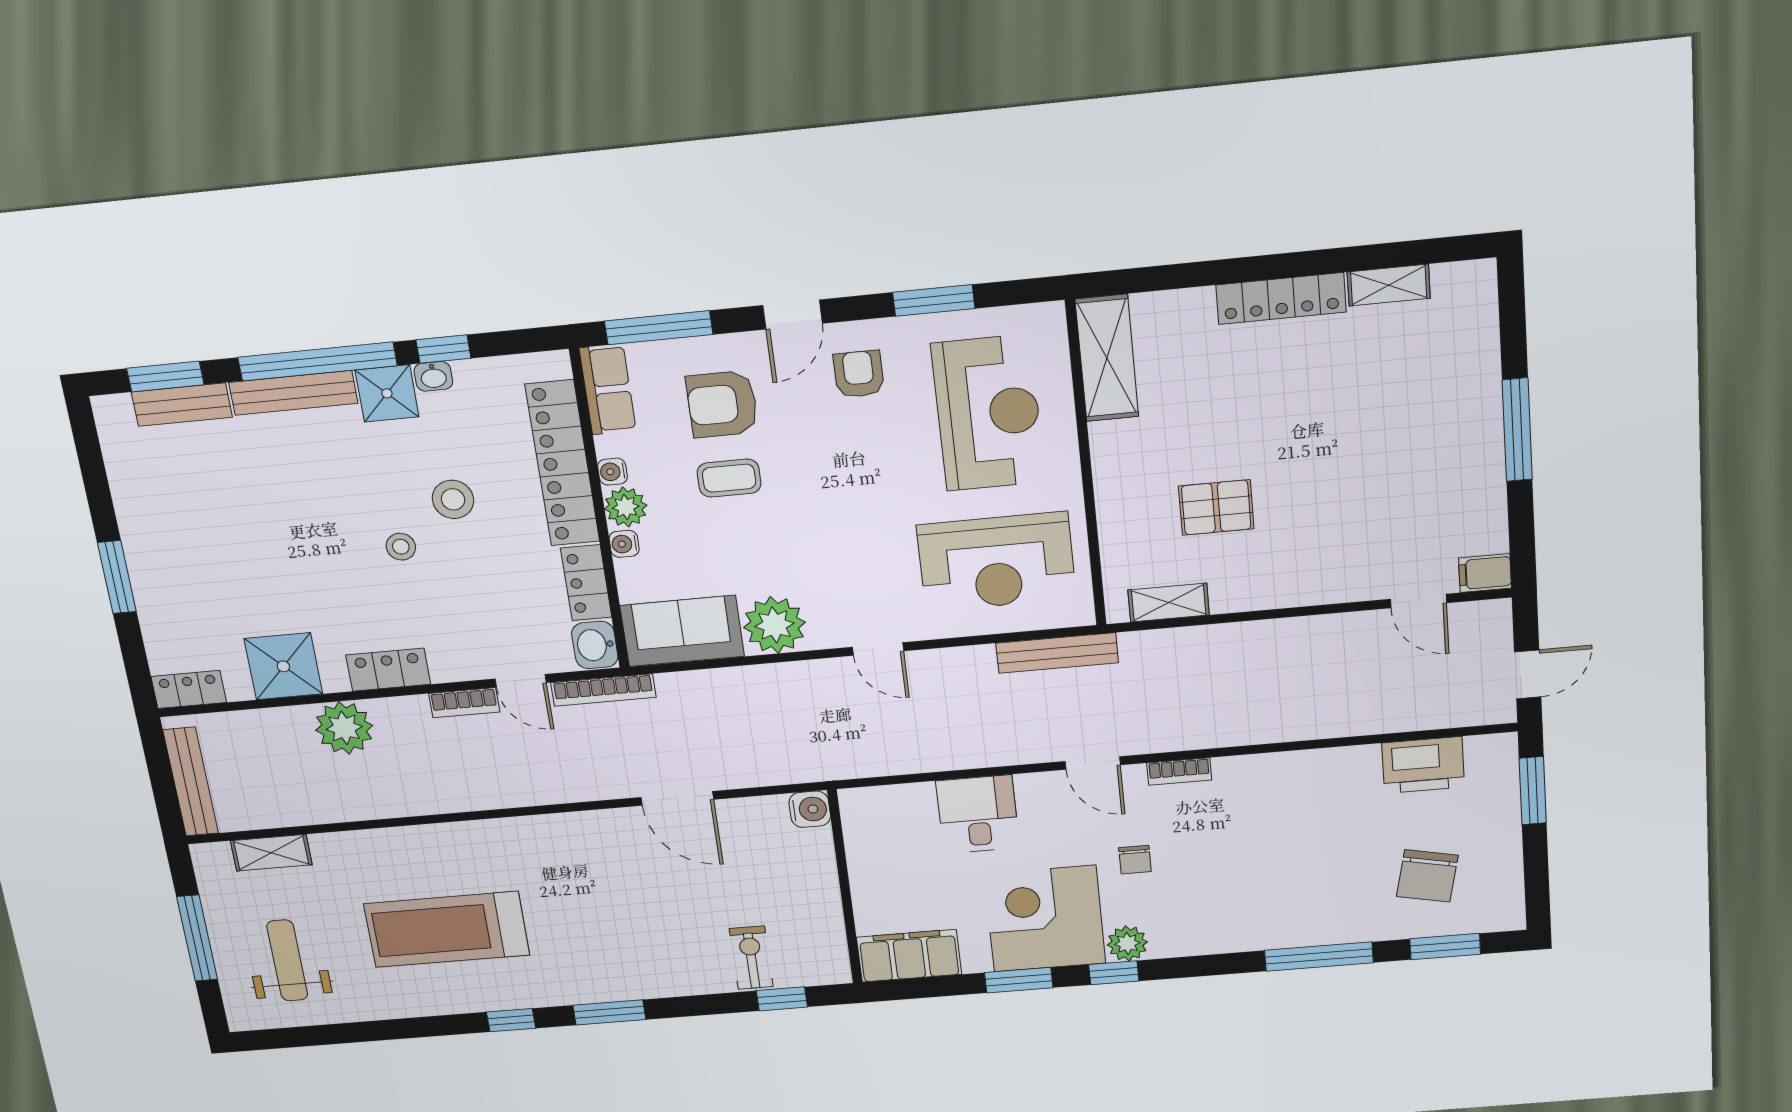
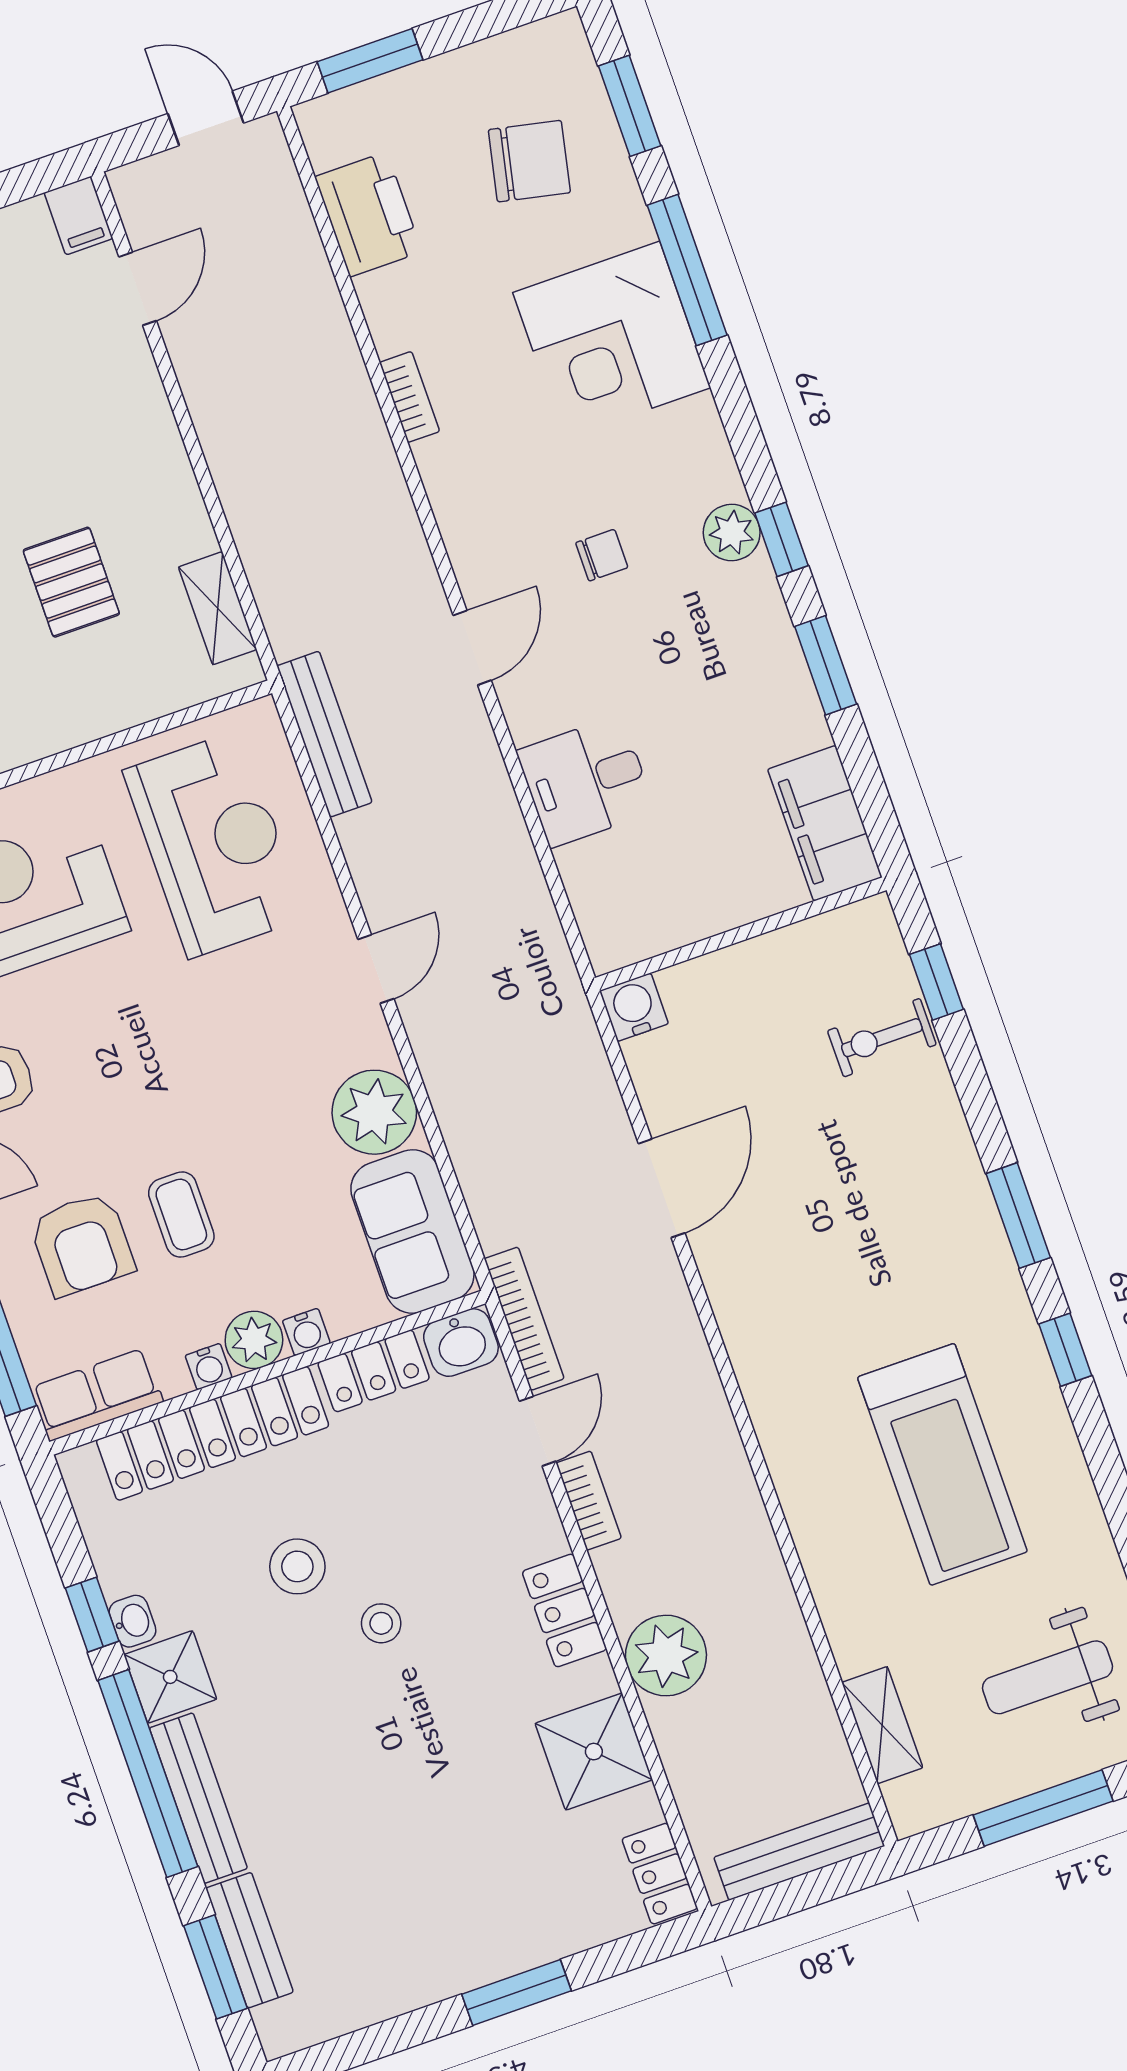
bookcase: (1179, 771) -> (409, 397), moved
corner desk: (1045, 919) -> (612, 340), moved

